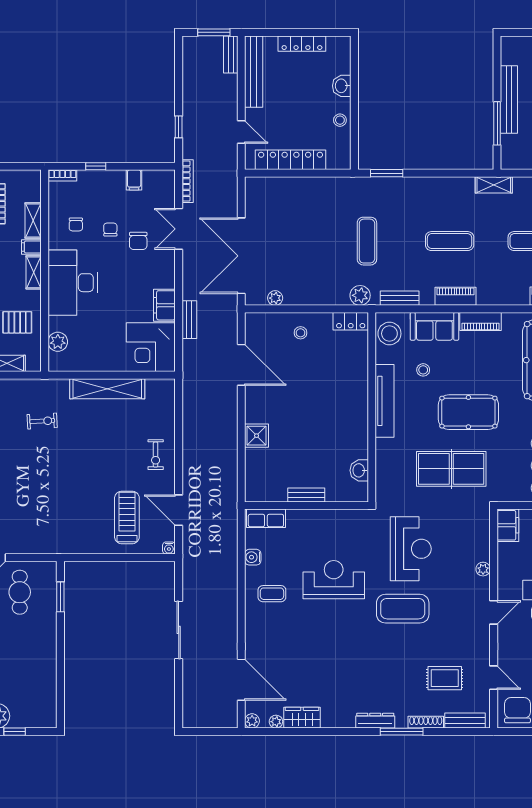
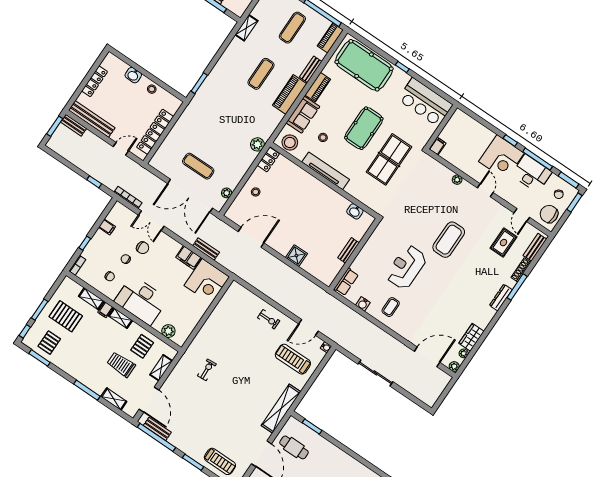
exercise mat: (367, 241) -> (198, 166), moved
piano: (455, 296) -> (290, 95), width x1.37, depth x1.33
bench: (400, 298) -> (311, 69), moved
shelving: (107, 389) -> (281, 409), moved
filing cabinet: (508, 525) -> (437, 146), width x0.50
reception desk: (411, 549) -> (418, 212), removed
door: (494, 678) -> (522, 215), swing flipped

